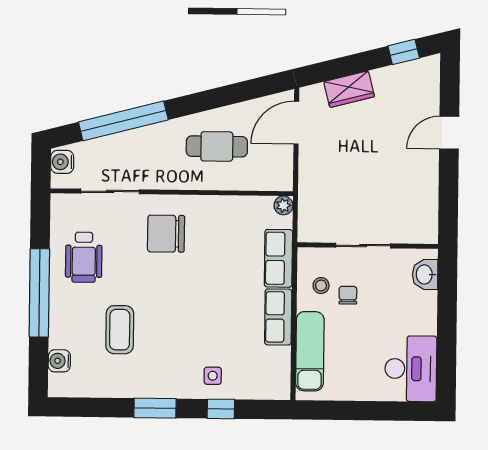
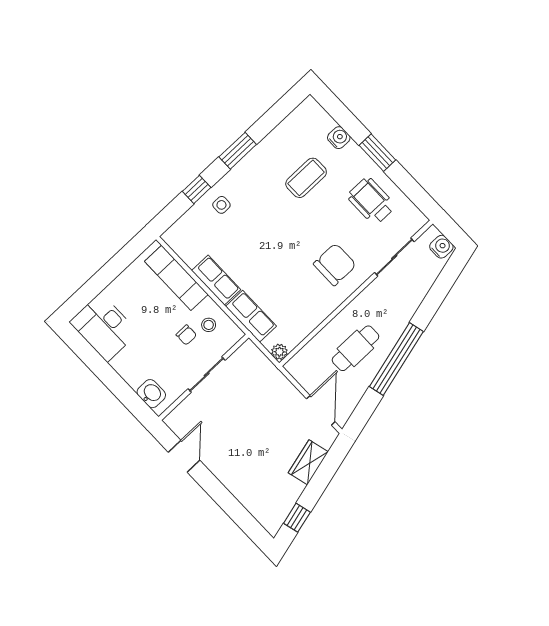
window: (123, 121) -> (396, 359), moved
door: (449, 133) -> (184, 456), moved
window: (39, 293) -> (377, 153), width x0.47
coffee table: (120, 330) -> (306, 178), turned 90
water cooler: (59, 361) -> (339, 138), moved

